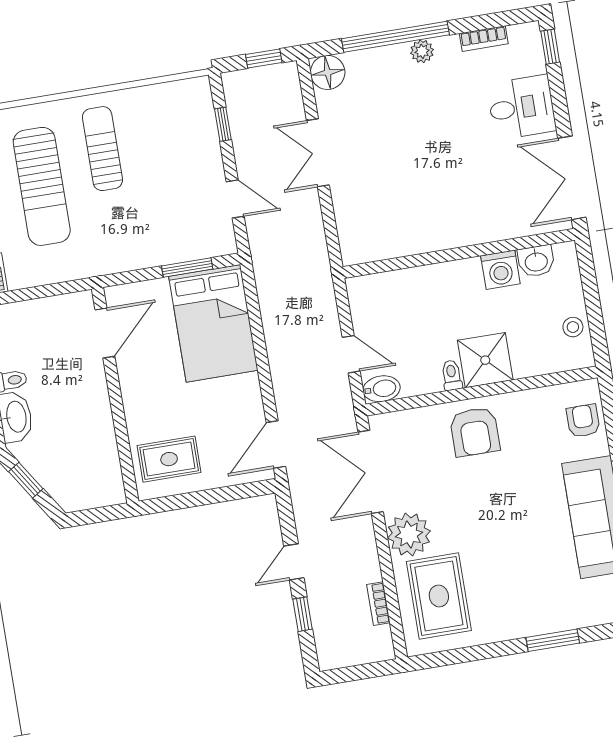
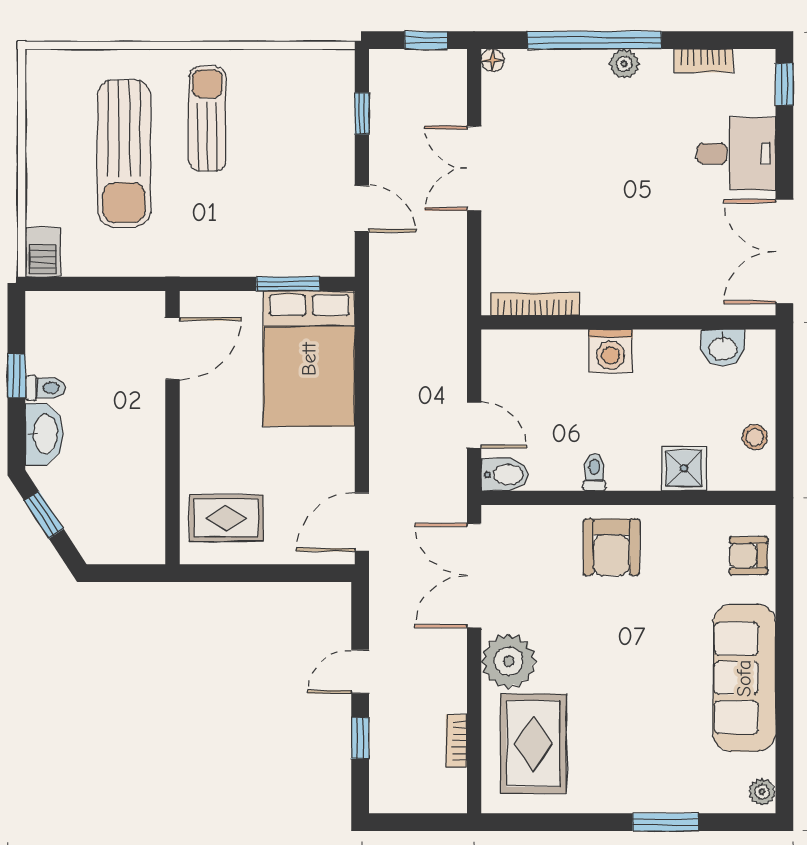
floor lamp: (328, 72) -> (493, 60), width x0.53, depth x0.53
bookcase: (383, 251) -> (535, 304), added
washing machine: (500, 270) -> (611, 351), moved
shower: (485, 360) -> (684, 468), moved, width x0.73, depth x0.73
armchair: (583, 421) -> (748, 556), turned -90

